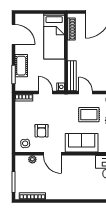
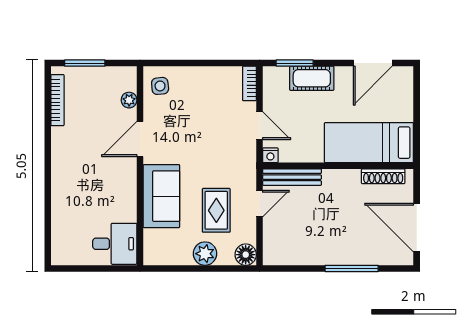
door: (45, 92) -> (259, 126), hinge flipped
armchair: (42, 131) -> (185, 118), removed

